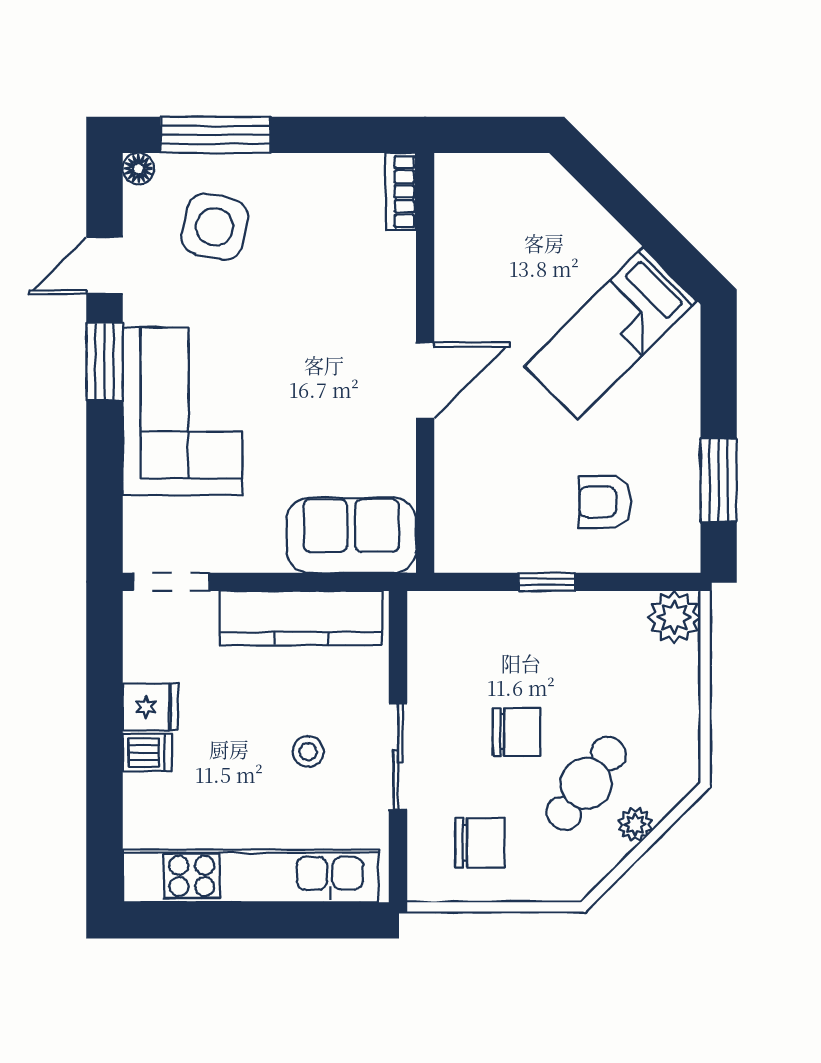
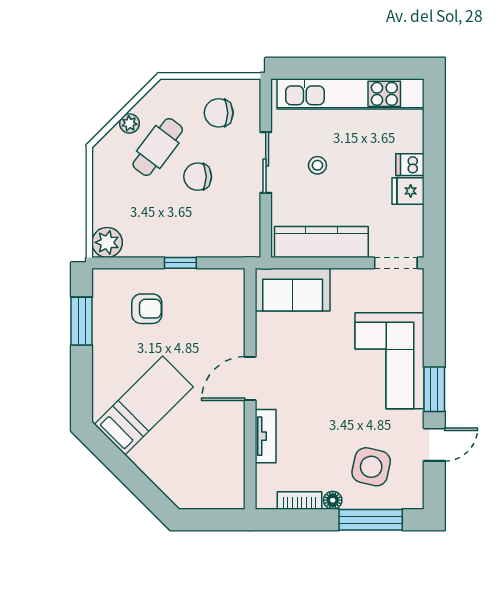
floor lamp: (138, 169) -> (333, 500), moved
bookcase: (401, 192) -> (300, 500), moved, turned -90
tv unit: (398, 280) -> (266, 436), added

